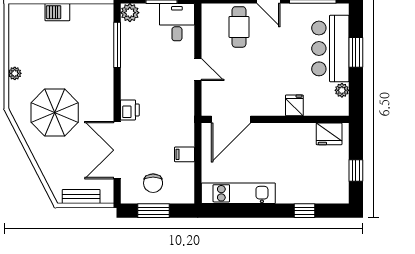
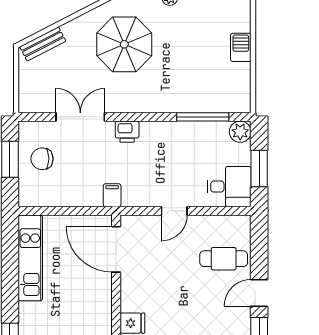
double door: (117, 150) -> (80, 117), width x0.73
filing cabinet: (184, 154) -> (112, 195), moved
bench: (81, 197) -> (43, 44), moved, turned 63

